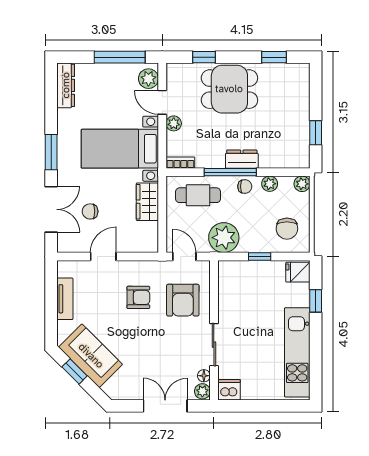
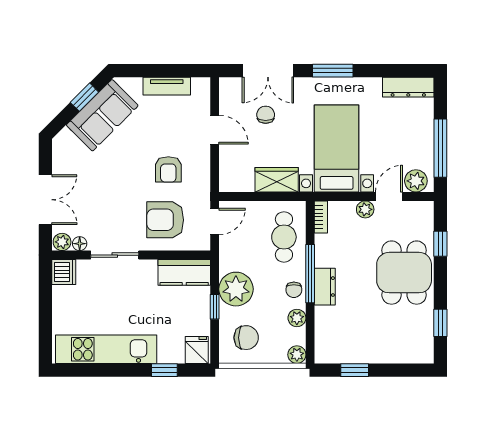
chair: (287, 229) -> (246, 338), turned 180
plant: (224, 238) -> (236, 289), moved
kitchen counter: (229, 283) -> (184, 272), added

